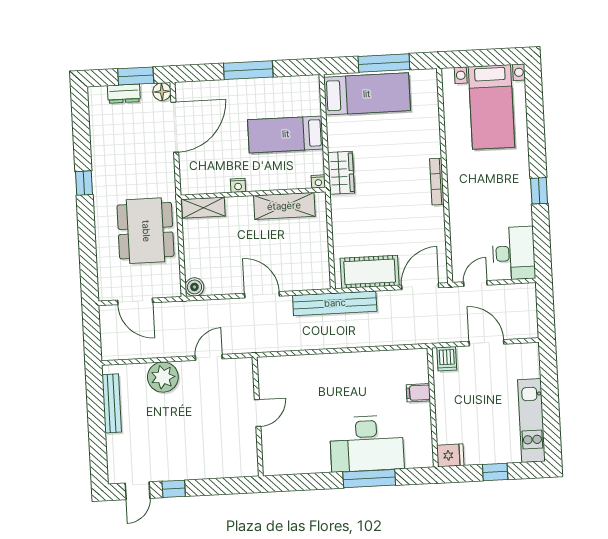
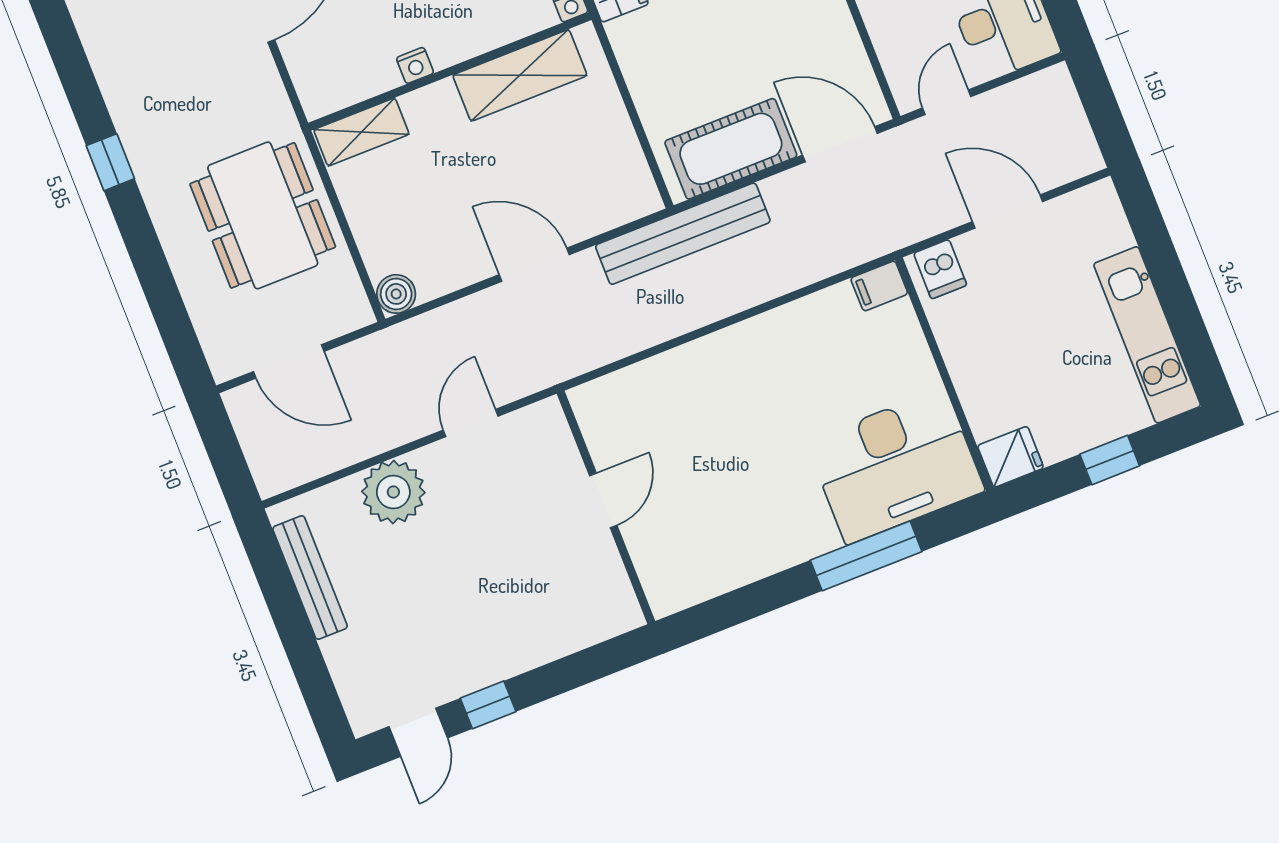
door: (420, 286) -> (840, 144), hinge flipped
filing cabinet: (418, 393) -> (879, 286), moved
desk: (367, 444) -> (895, 466), moved

